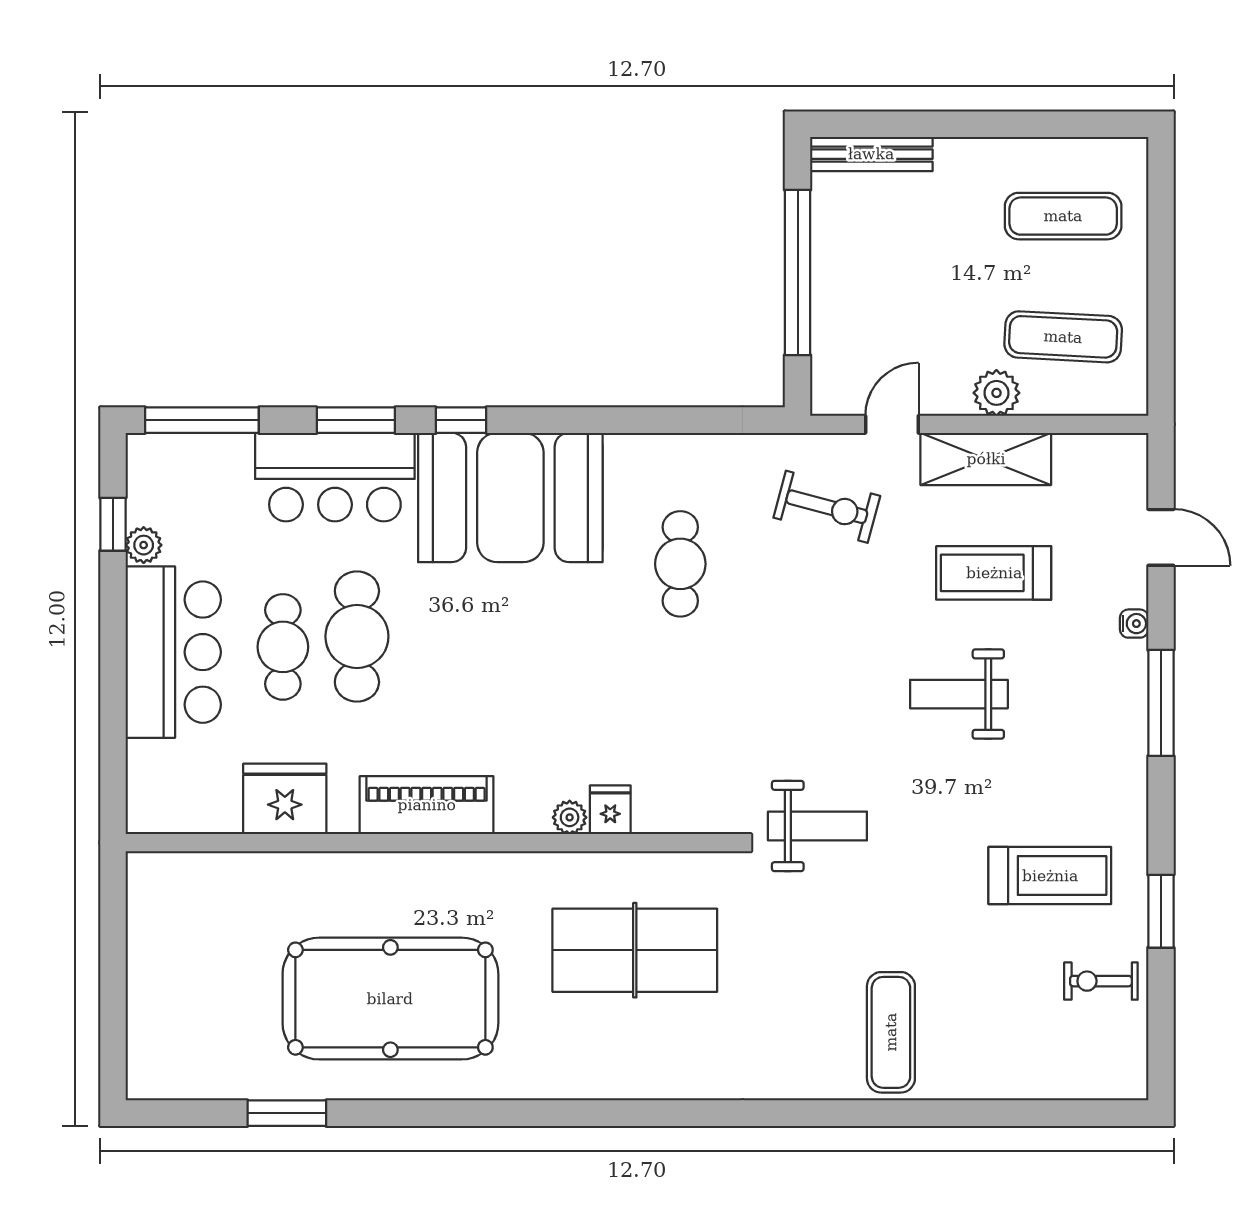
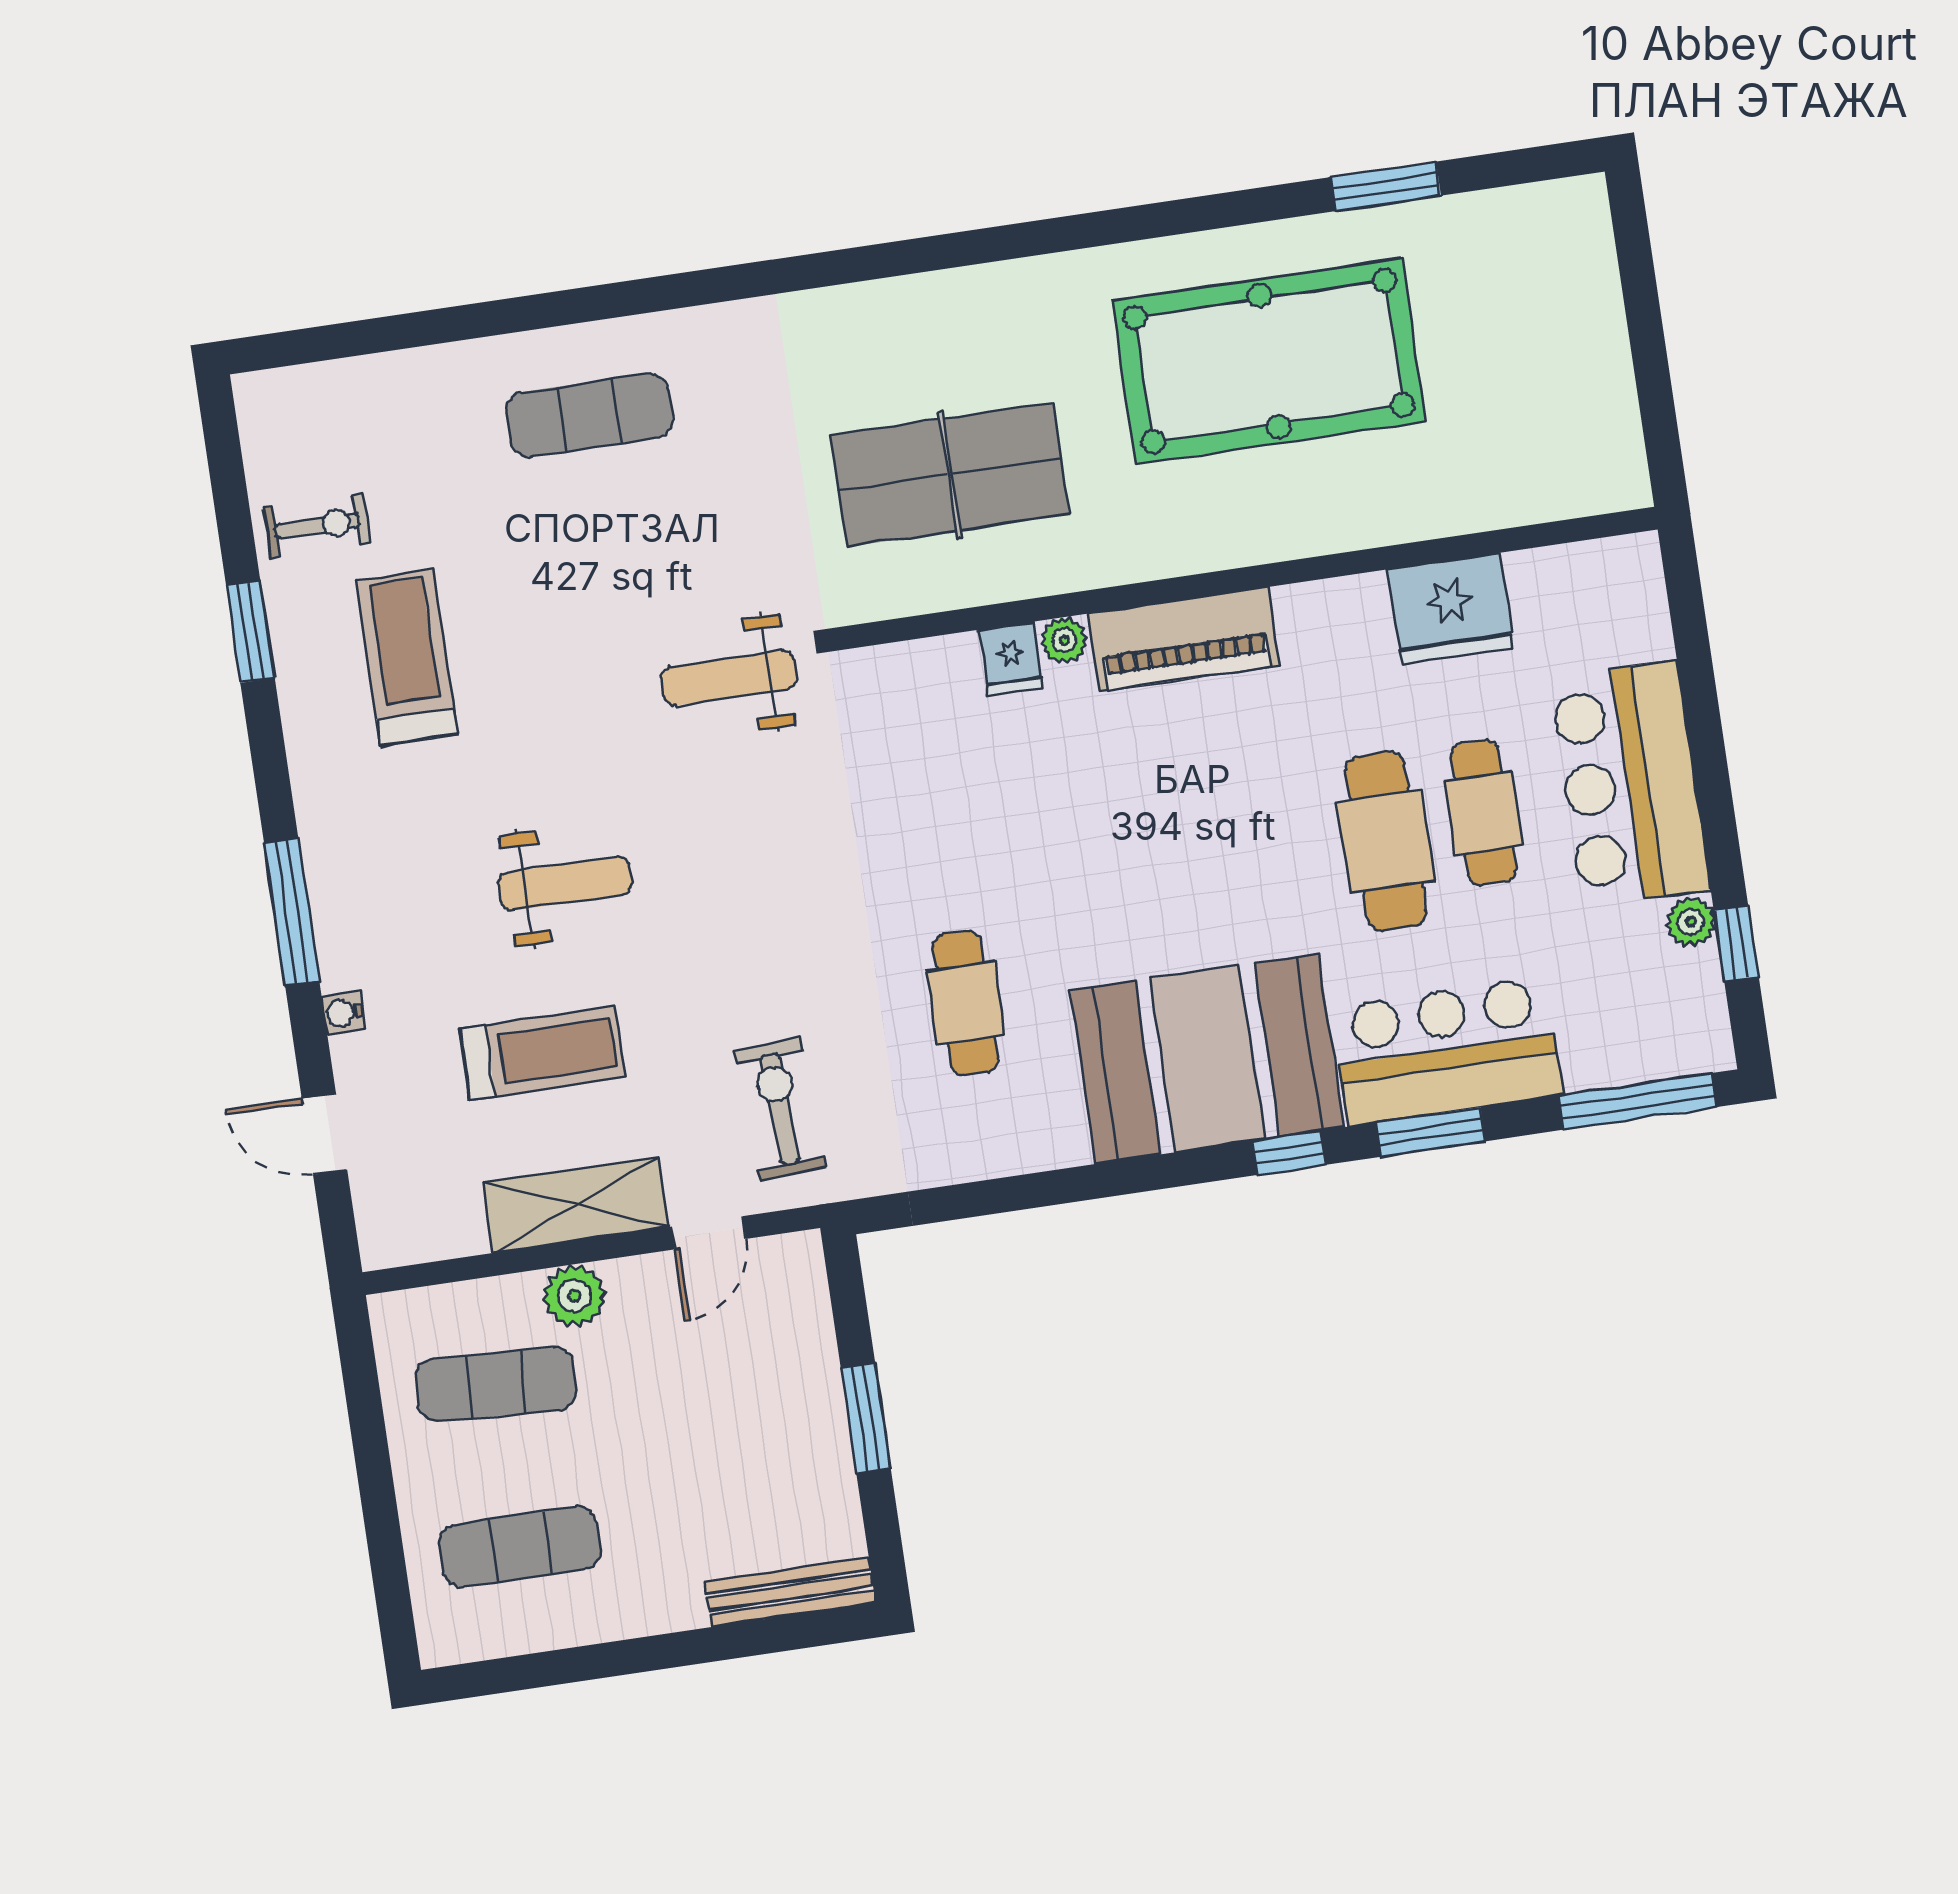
window: (798, 272) -> (866, 1418), width x0.47
exercise bike: (827, 507) -> (780, 1109), turned 72
piano: (427, 805) -> (1184, 639), moved
treadmill: (1050, 876) -> (407, 657), turned 90
exercise mat: (891, 1032) -> (589, 415), turned 90

